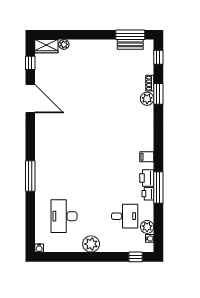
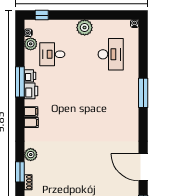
plant: (147, 99) -> (31, 155), moved
filing cabinet: (146, 145) -> (31, 123), added

